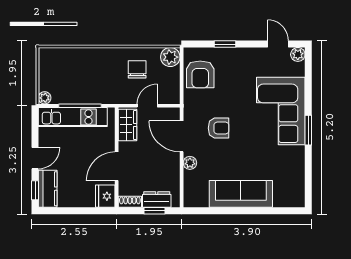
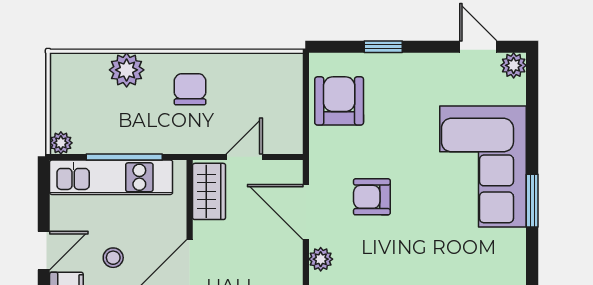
plant: (170, 57) -> (127, 70), moved
chair: (137, 69) -> (190, 89), moved
armchair: (200, 74) -> (339, 101), turned 180
armchair: (219, 128) -> (372, 197), turned 180
stool: (74, 162) -> (113, 258), added

